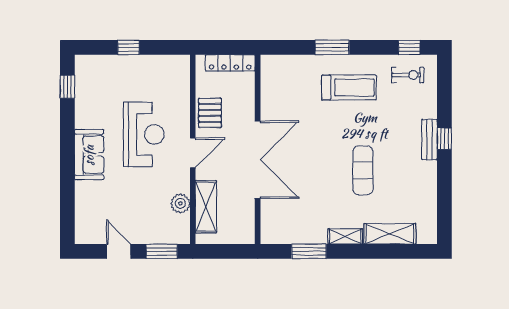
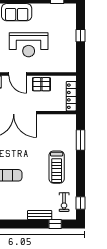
window: (332, 47) -> (80, 140), moved
window: (444, 139) -> (55, 224), moved
bench: (430, 140) -> (40, 215), moved

